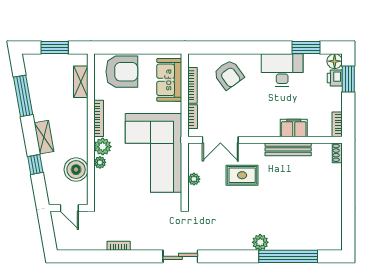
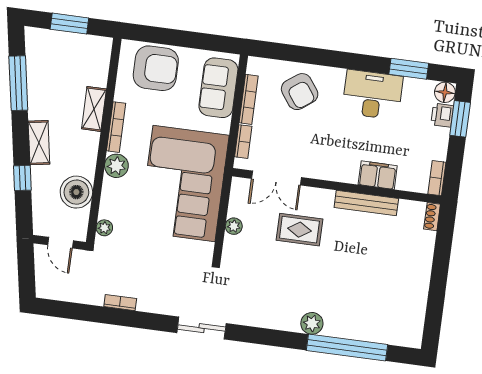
shelving: (81, 82) -> (94, 109), moved
plant: (100, 162) -> (104, 228), moved

